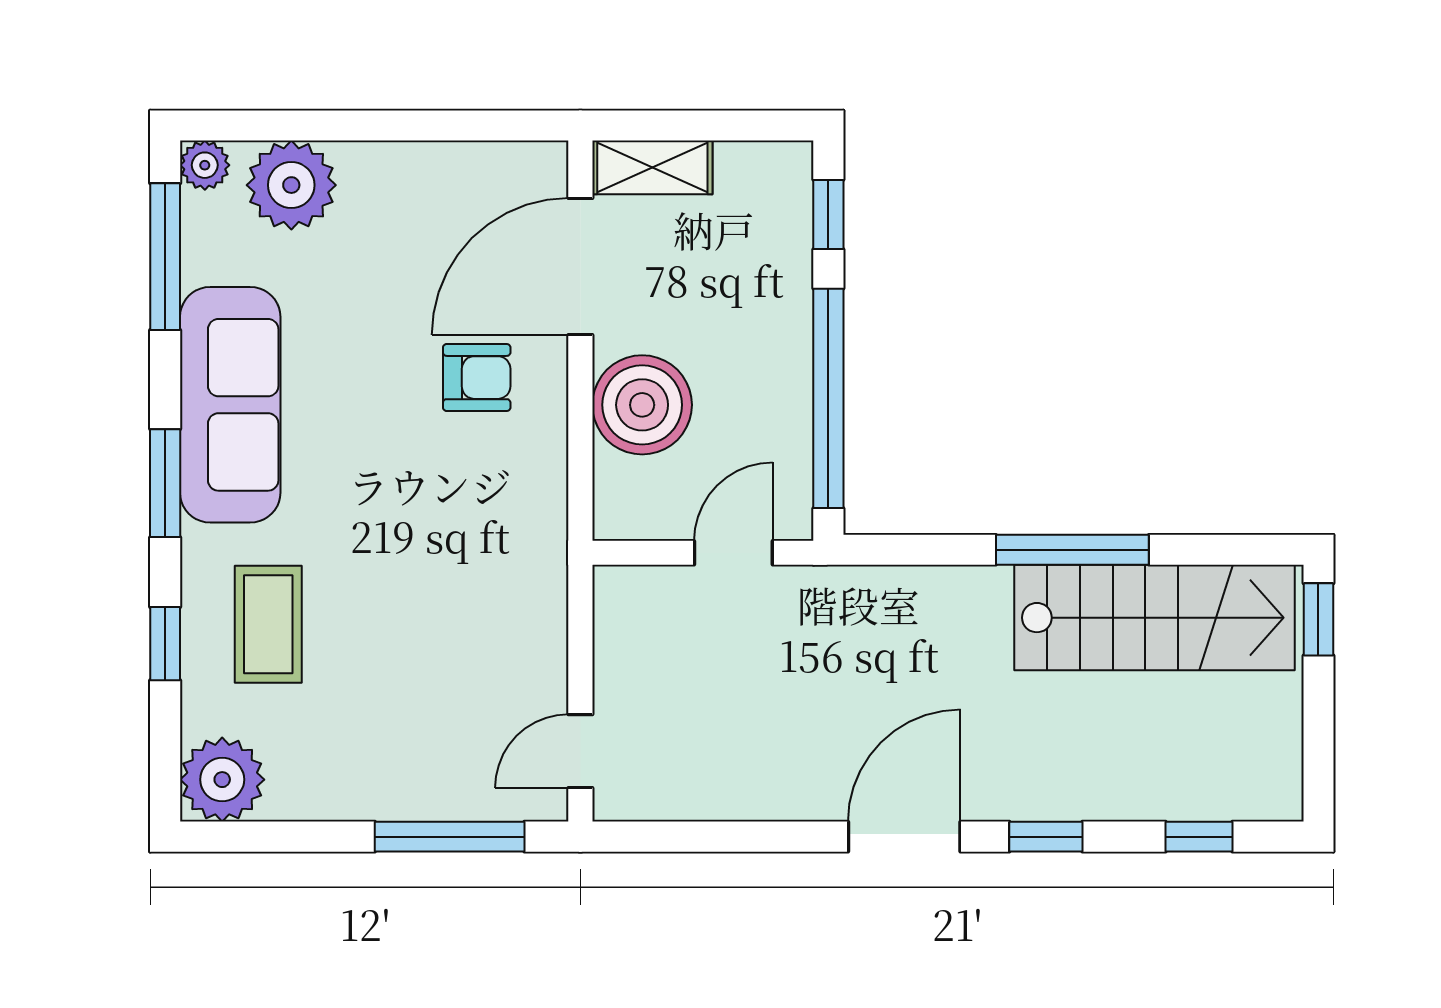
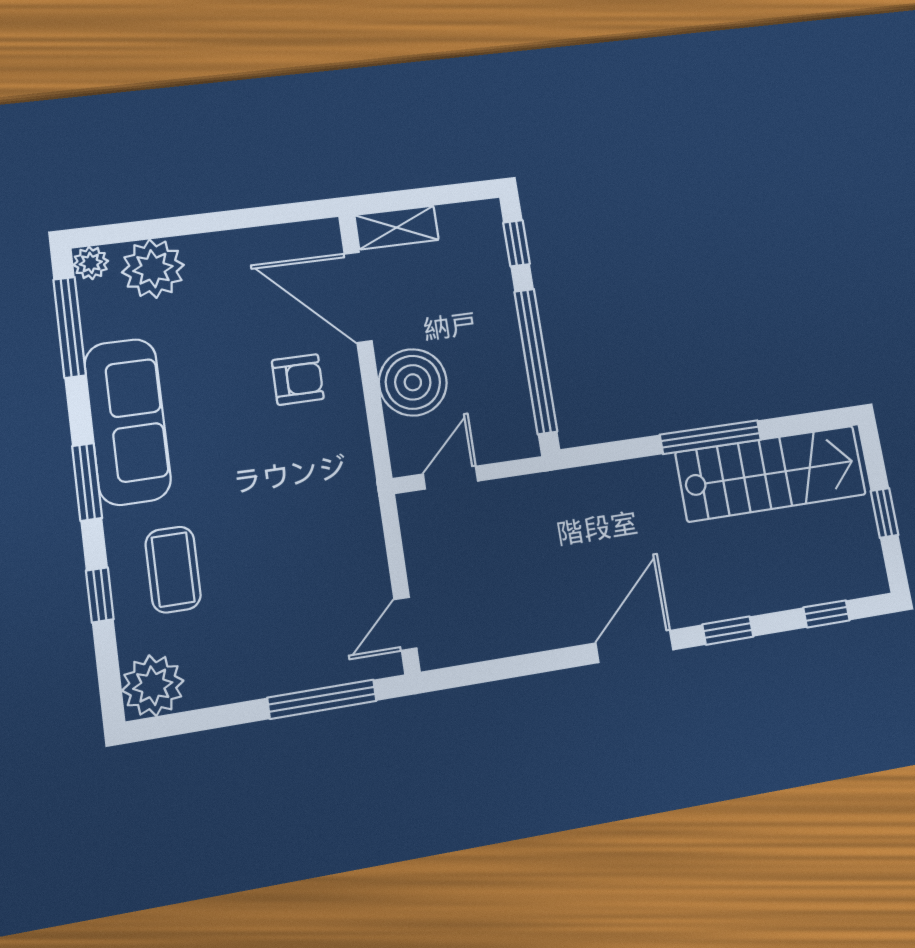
door: (580, 267) -> (358, 297), hinge flipped
door: (733, 553) -> (451, 478), moved
window: (1318, 619) -> (884, 513), moved

